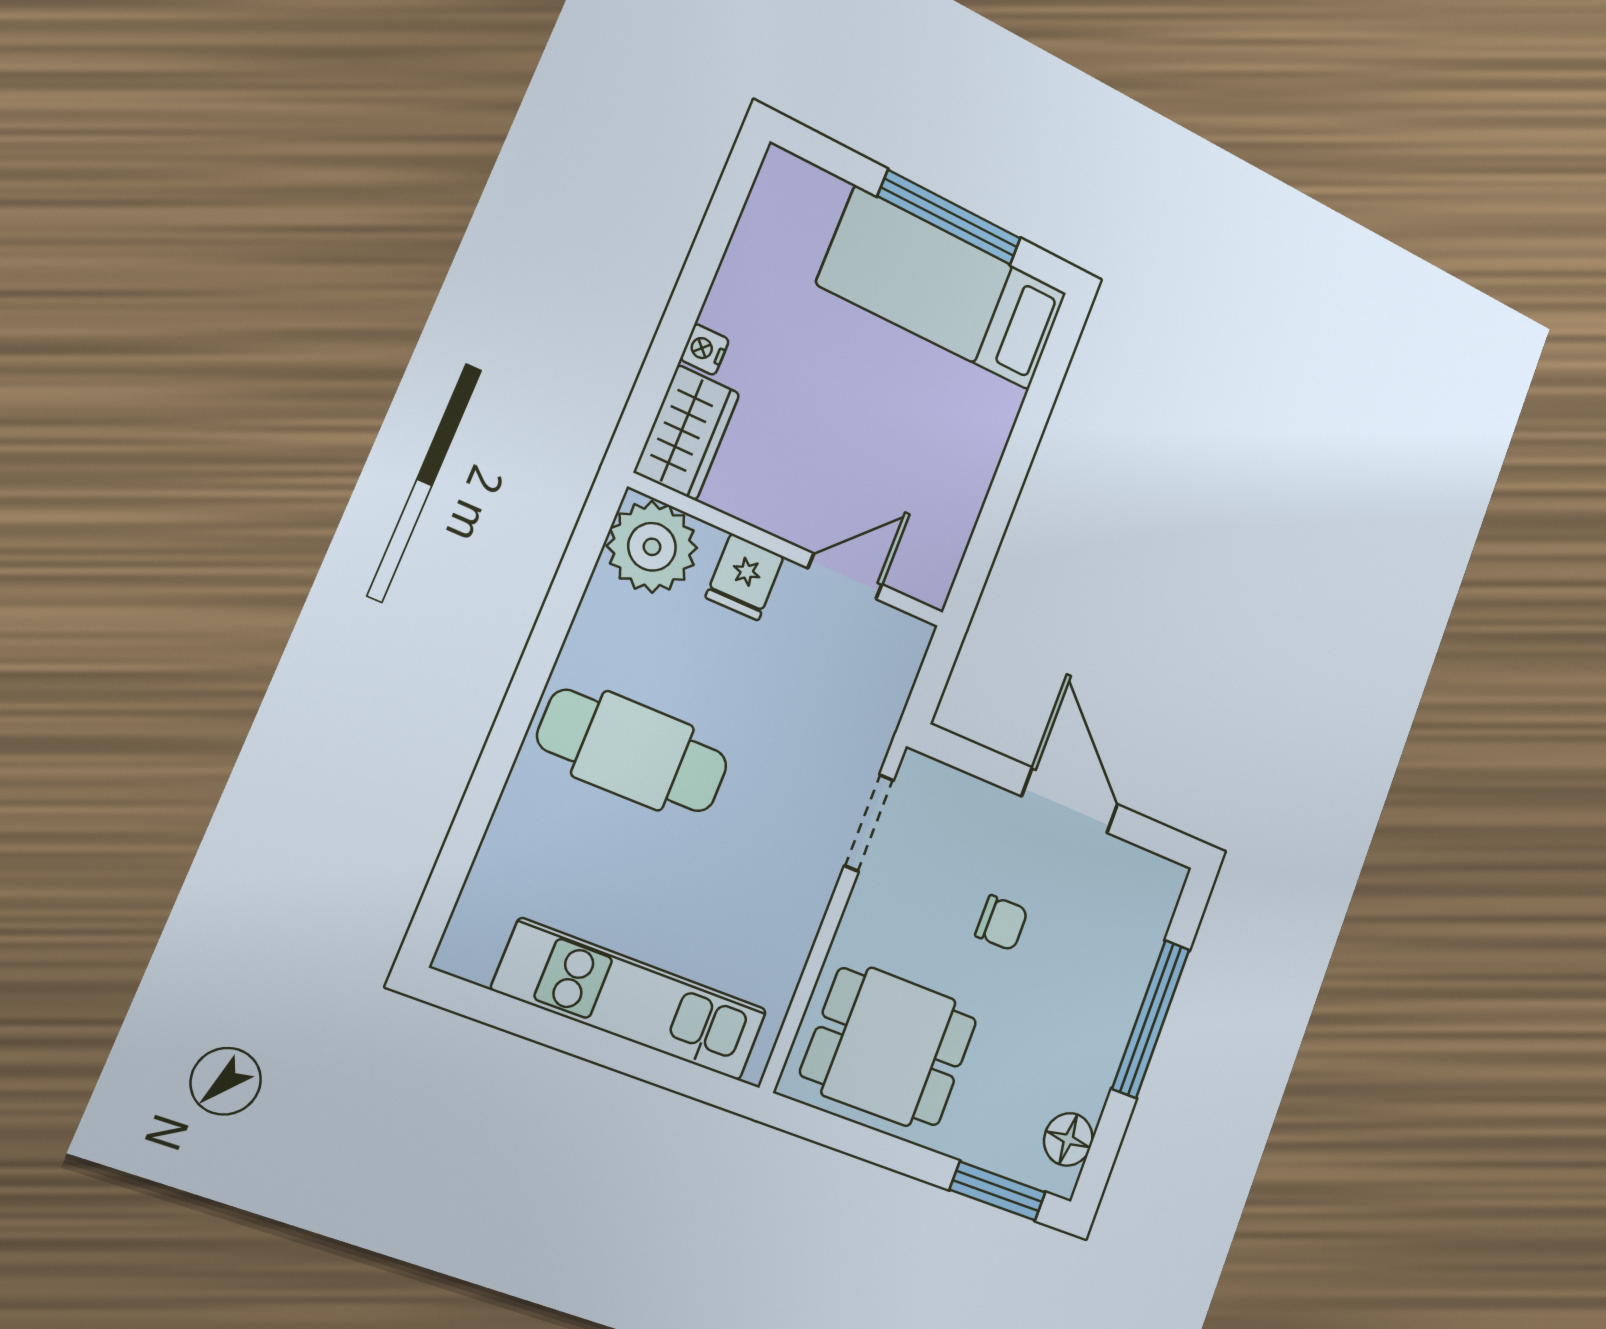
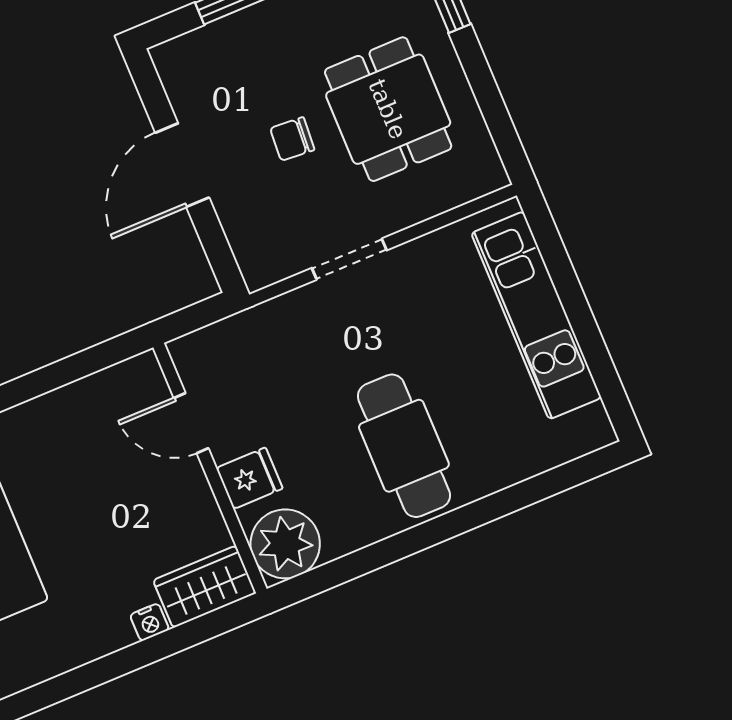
doorway: (869, 823) -> (349, 259), moved
chair: (1002, 923) -> (292, 139), turned -86
dining table: (889, 1047) -> (388, 109), moved

